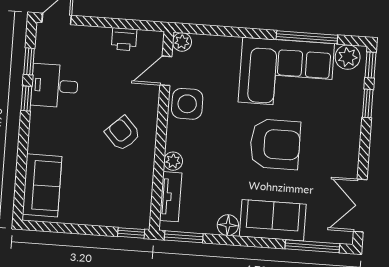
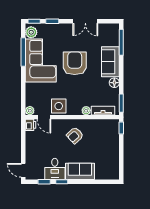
printer: (124, 39) -> (31, 125), moved
sofa: (42, 185) -> (80, 171), moved
double door: (360, 206) -> (85, 21), moved

